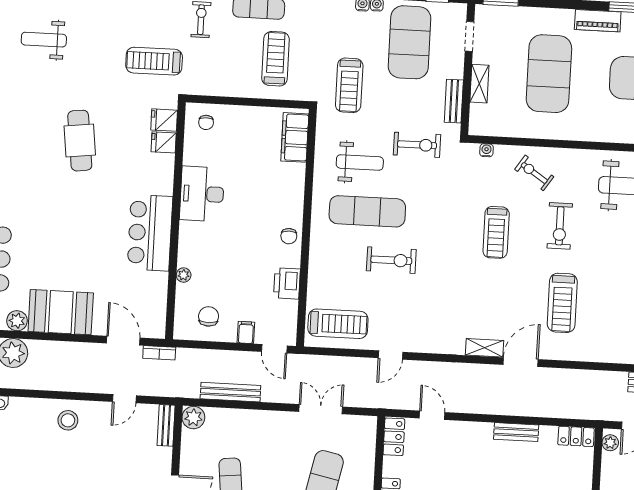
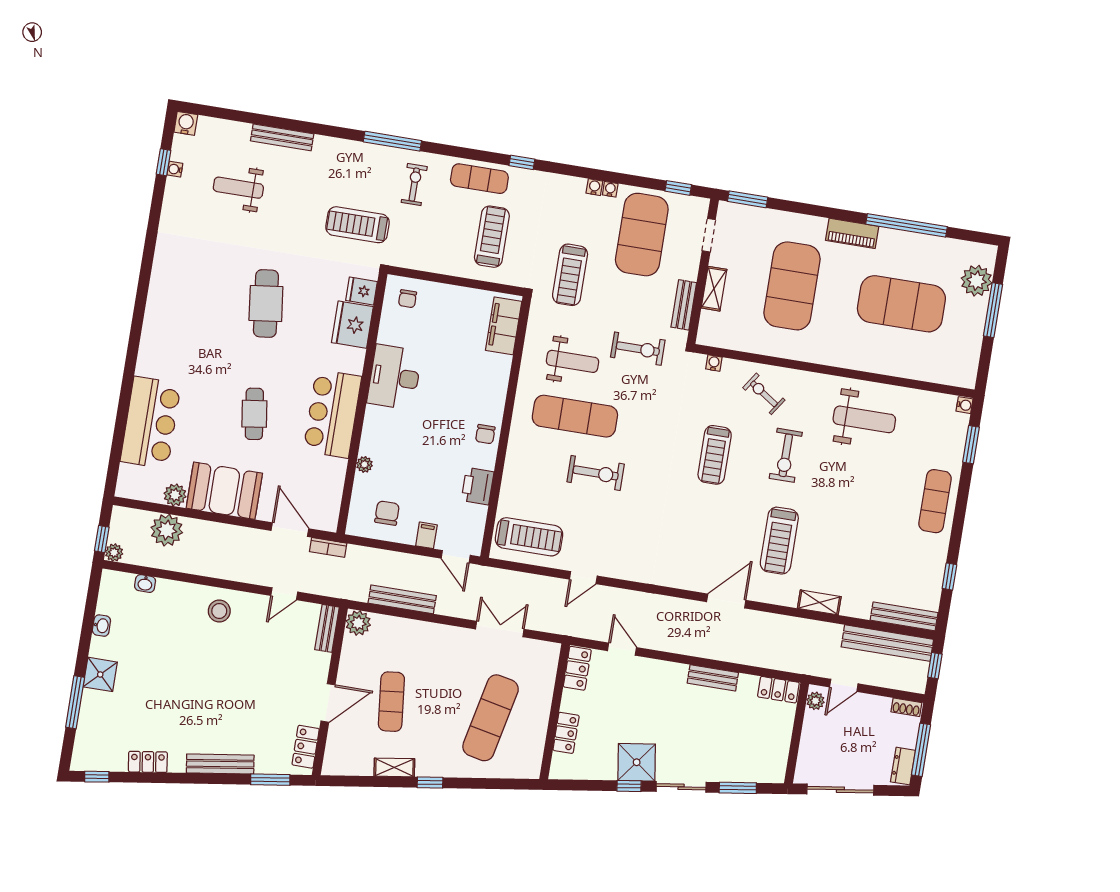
fridge: (164, 142) -> (352, 325), width x1.88, depth x1.34
cafe table: (80, 240) -> (254, 414), added
shelving: (484, 348) -> (819, 602), moved

